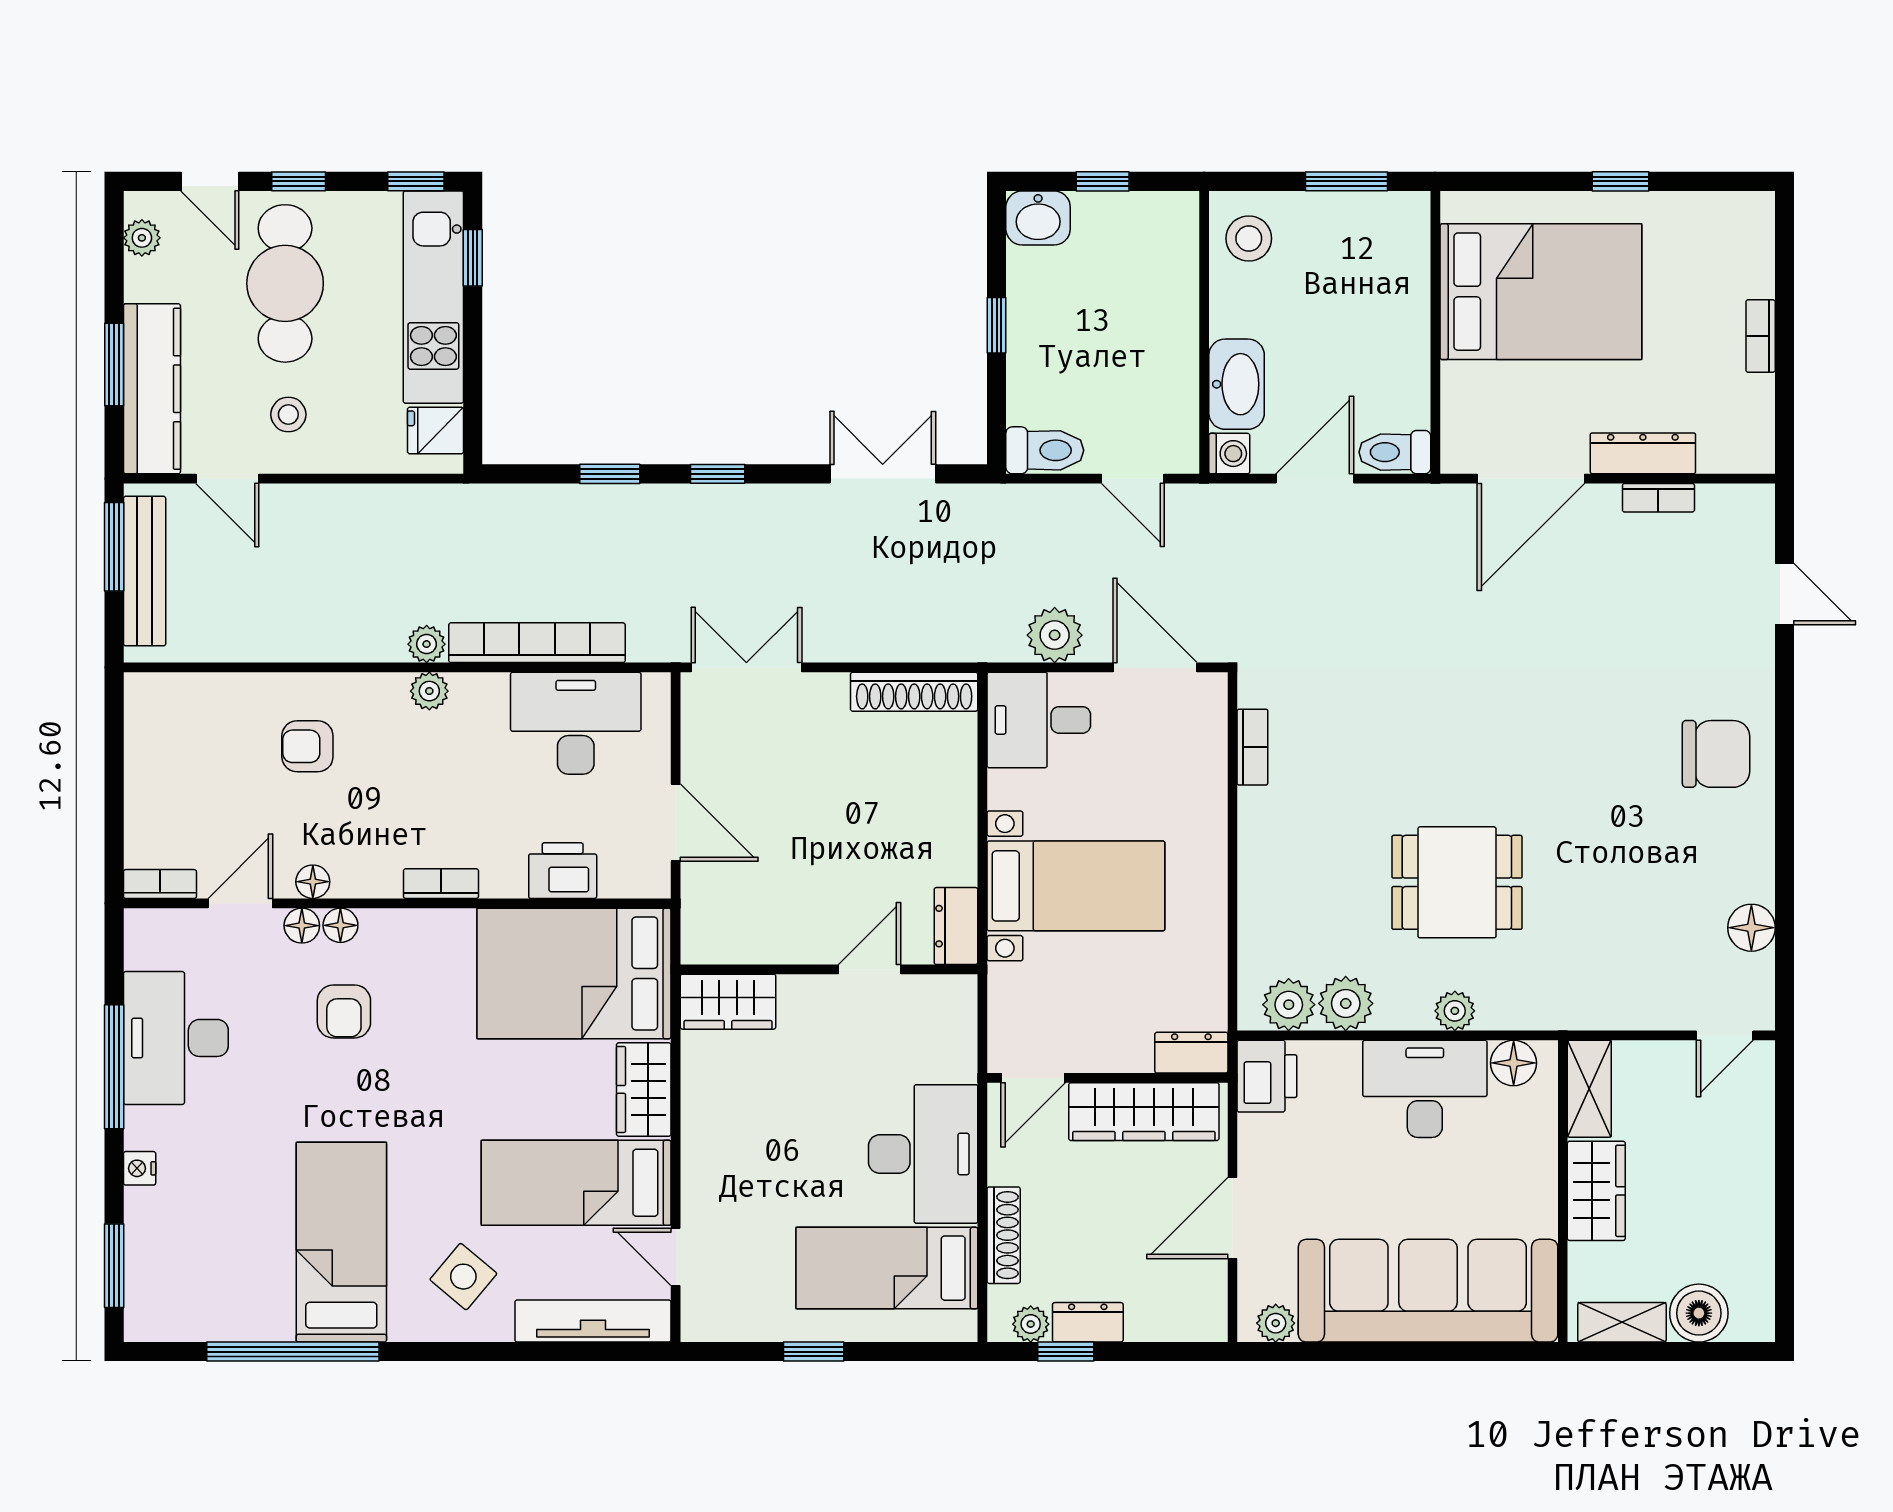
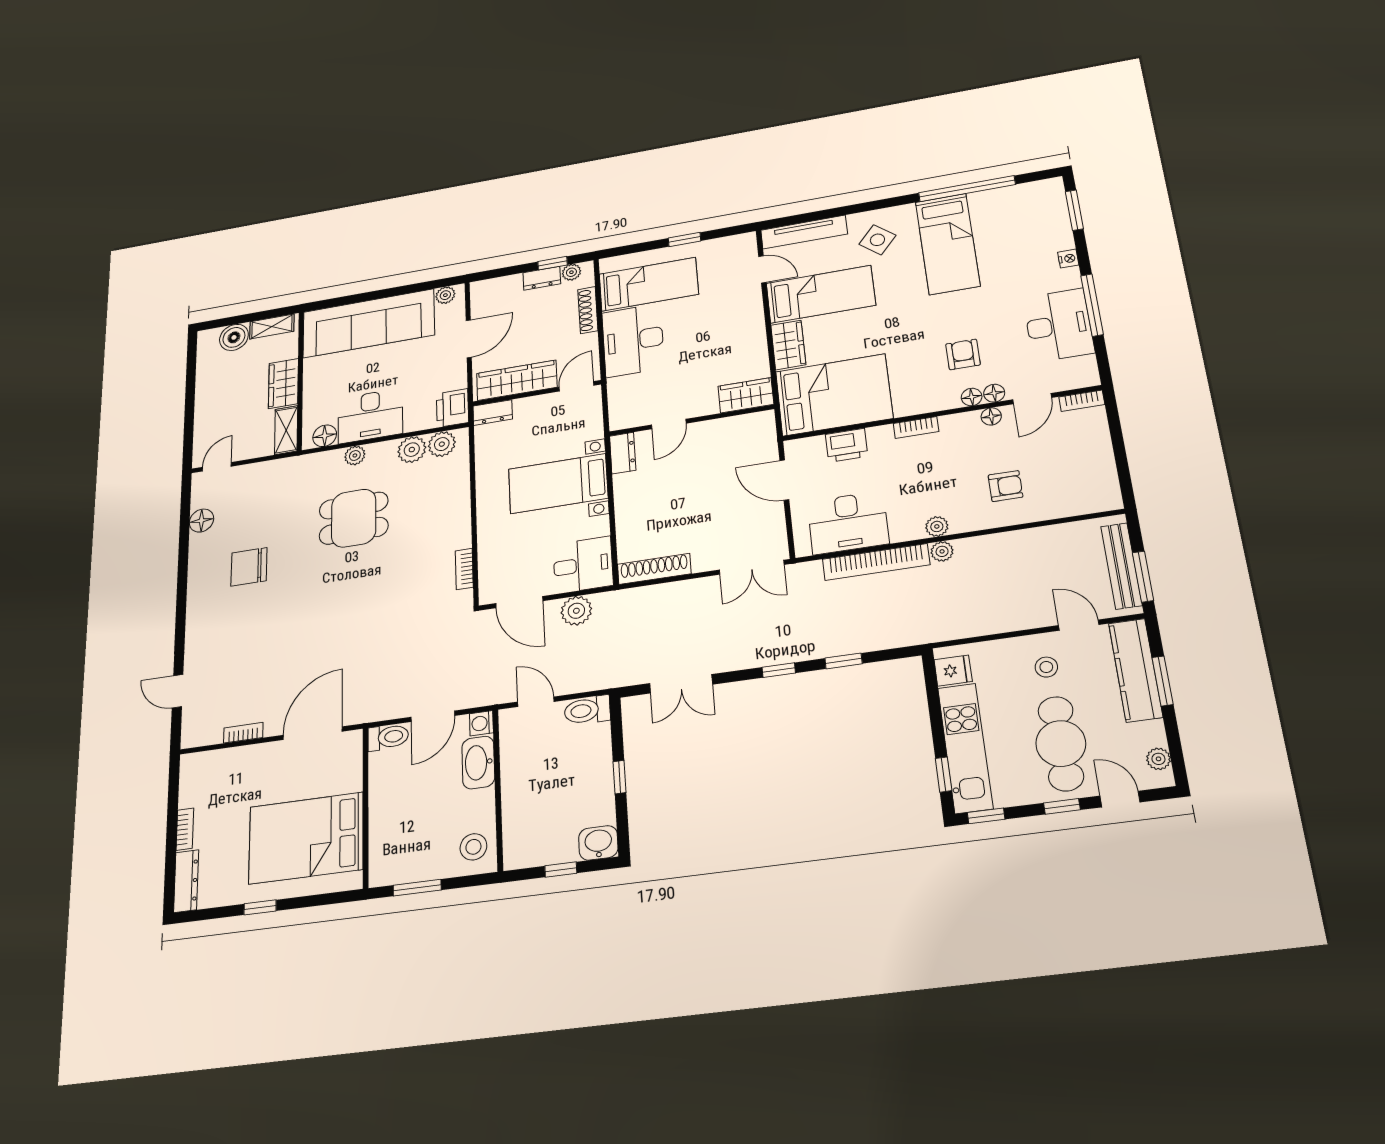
dresser: (1643, 453) -> (186, 881), moved, turned -90
chair: (1716, 754) -> (249, 567), moved

